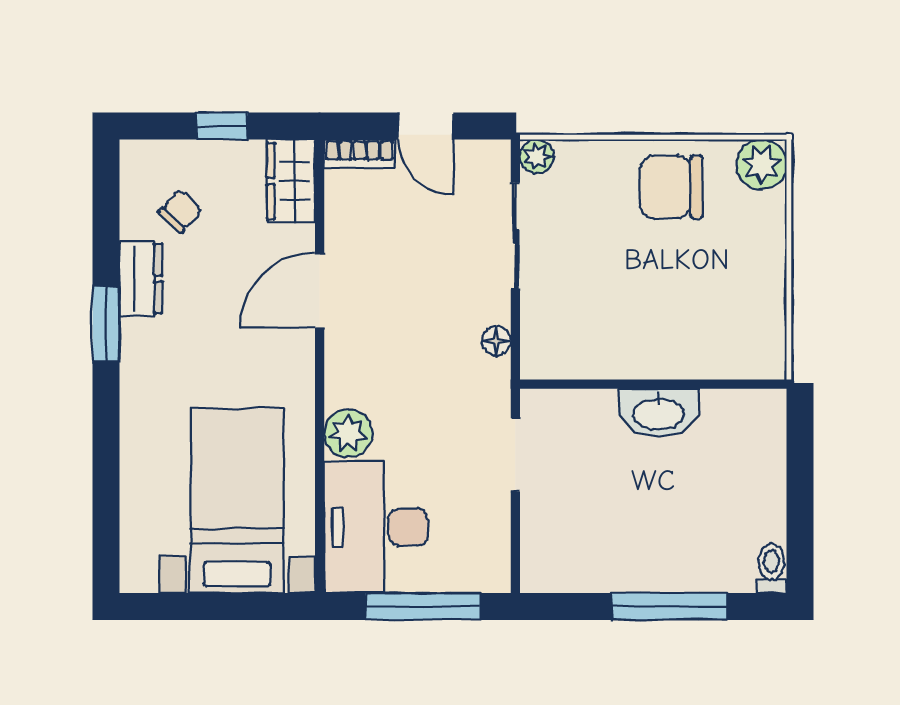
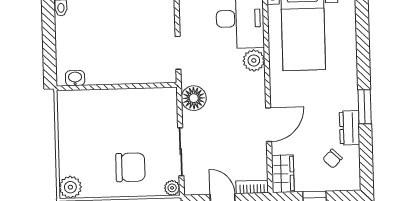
chair: (671, 187) -> (130, 167), moved
floor lamp: (496, 341) -> (194, 98), width x1.89, depth x1.89
washbasin: (658, 413) -> (75, 78), moved, width x0.52, depth x0.69

